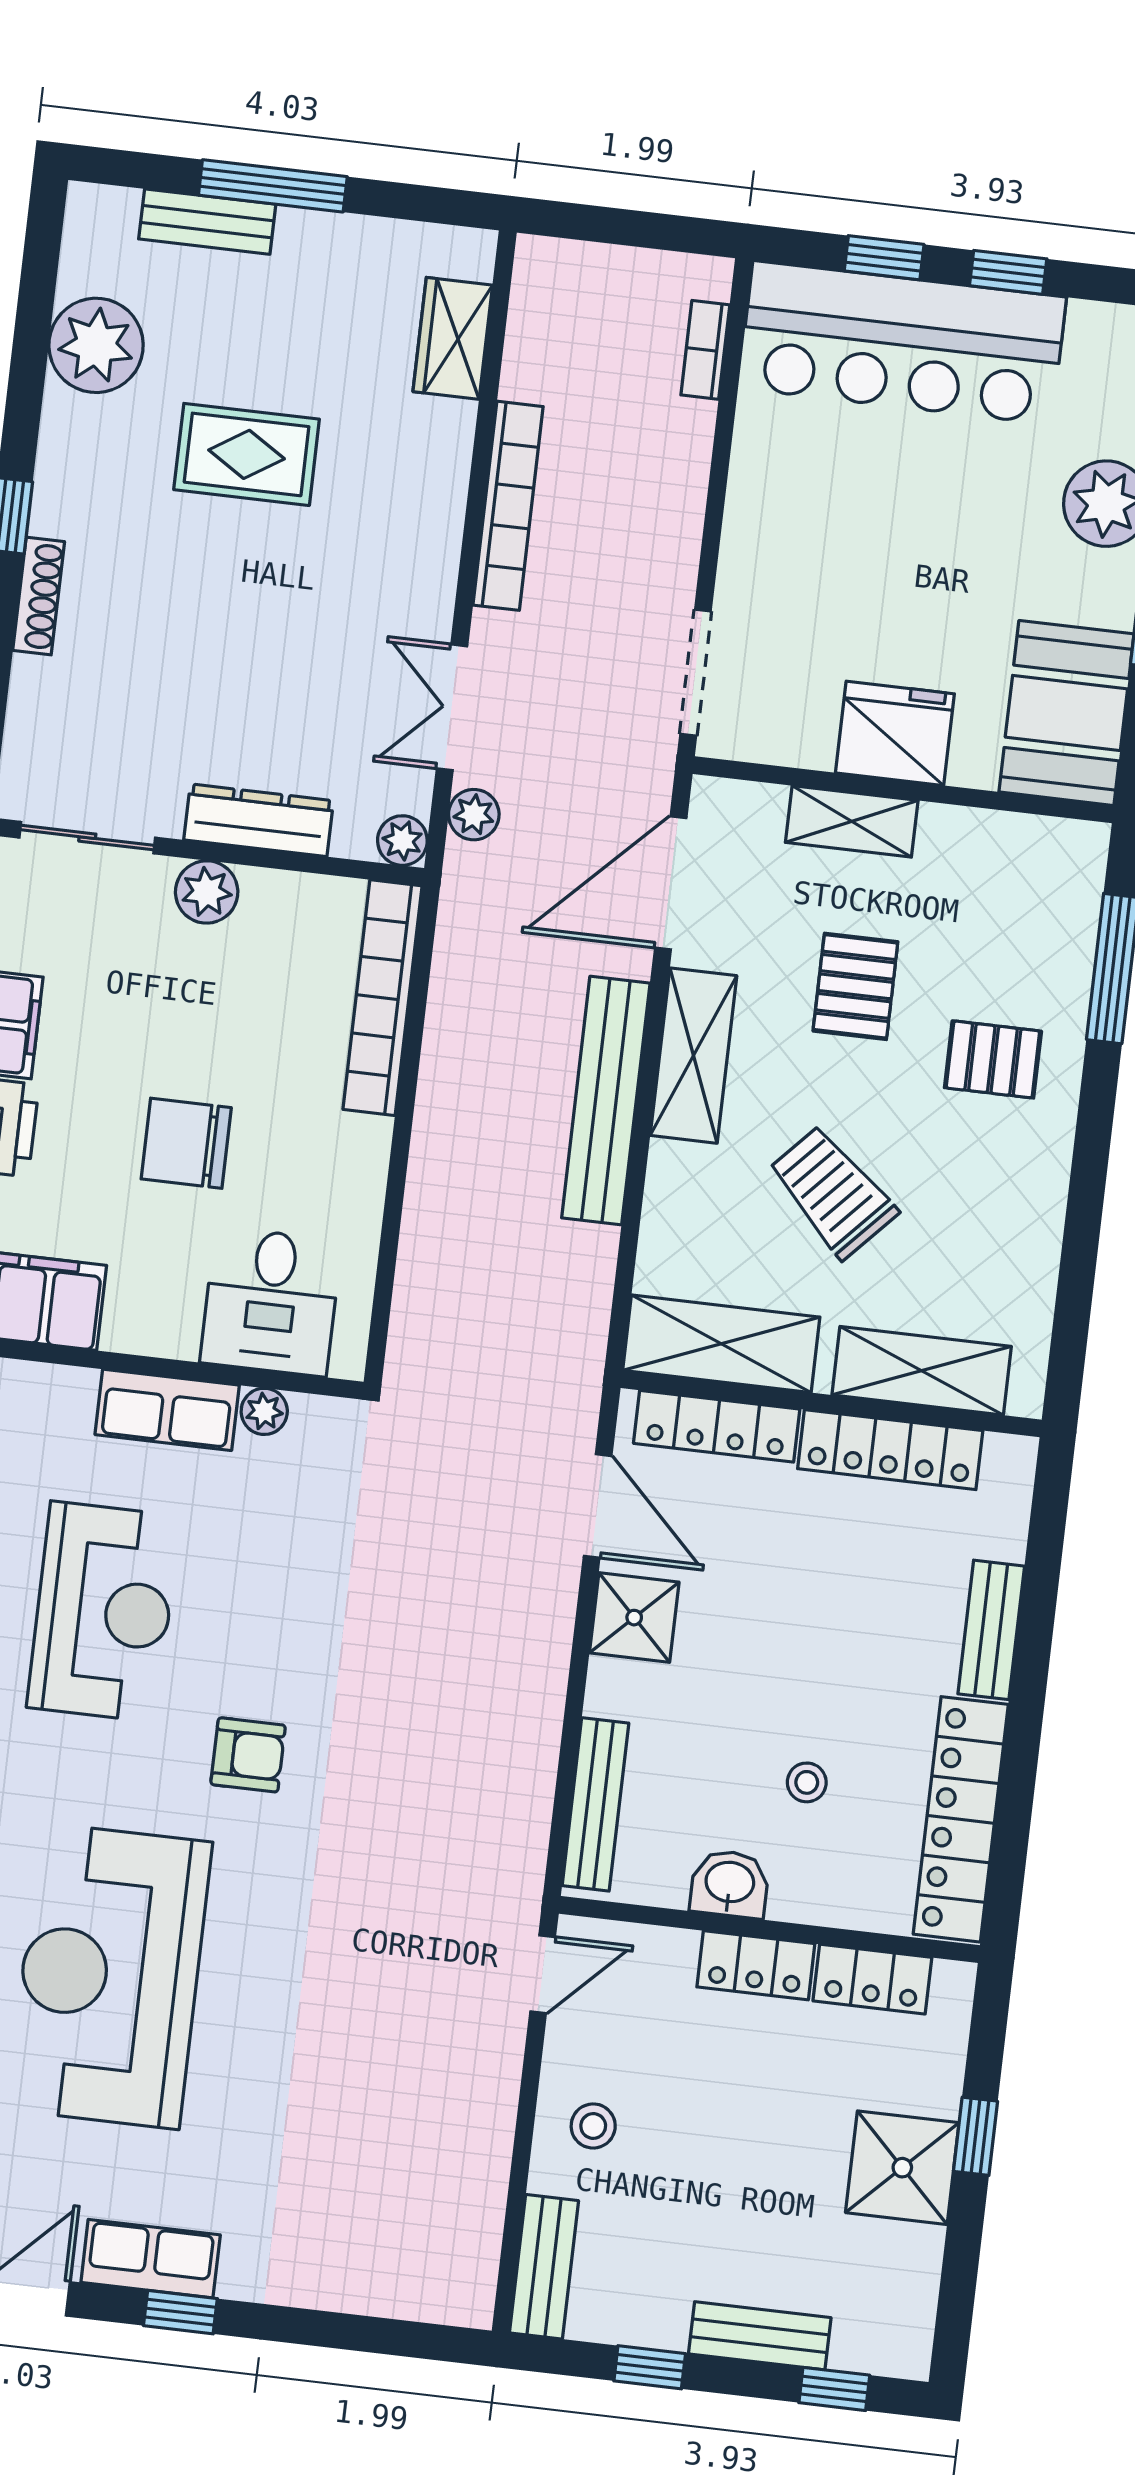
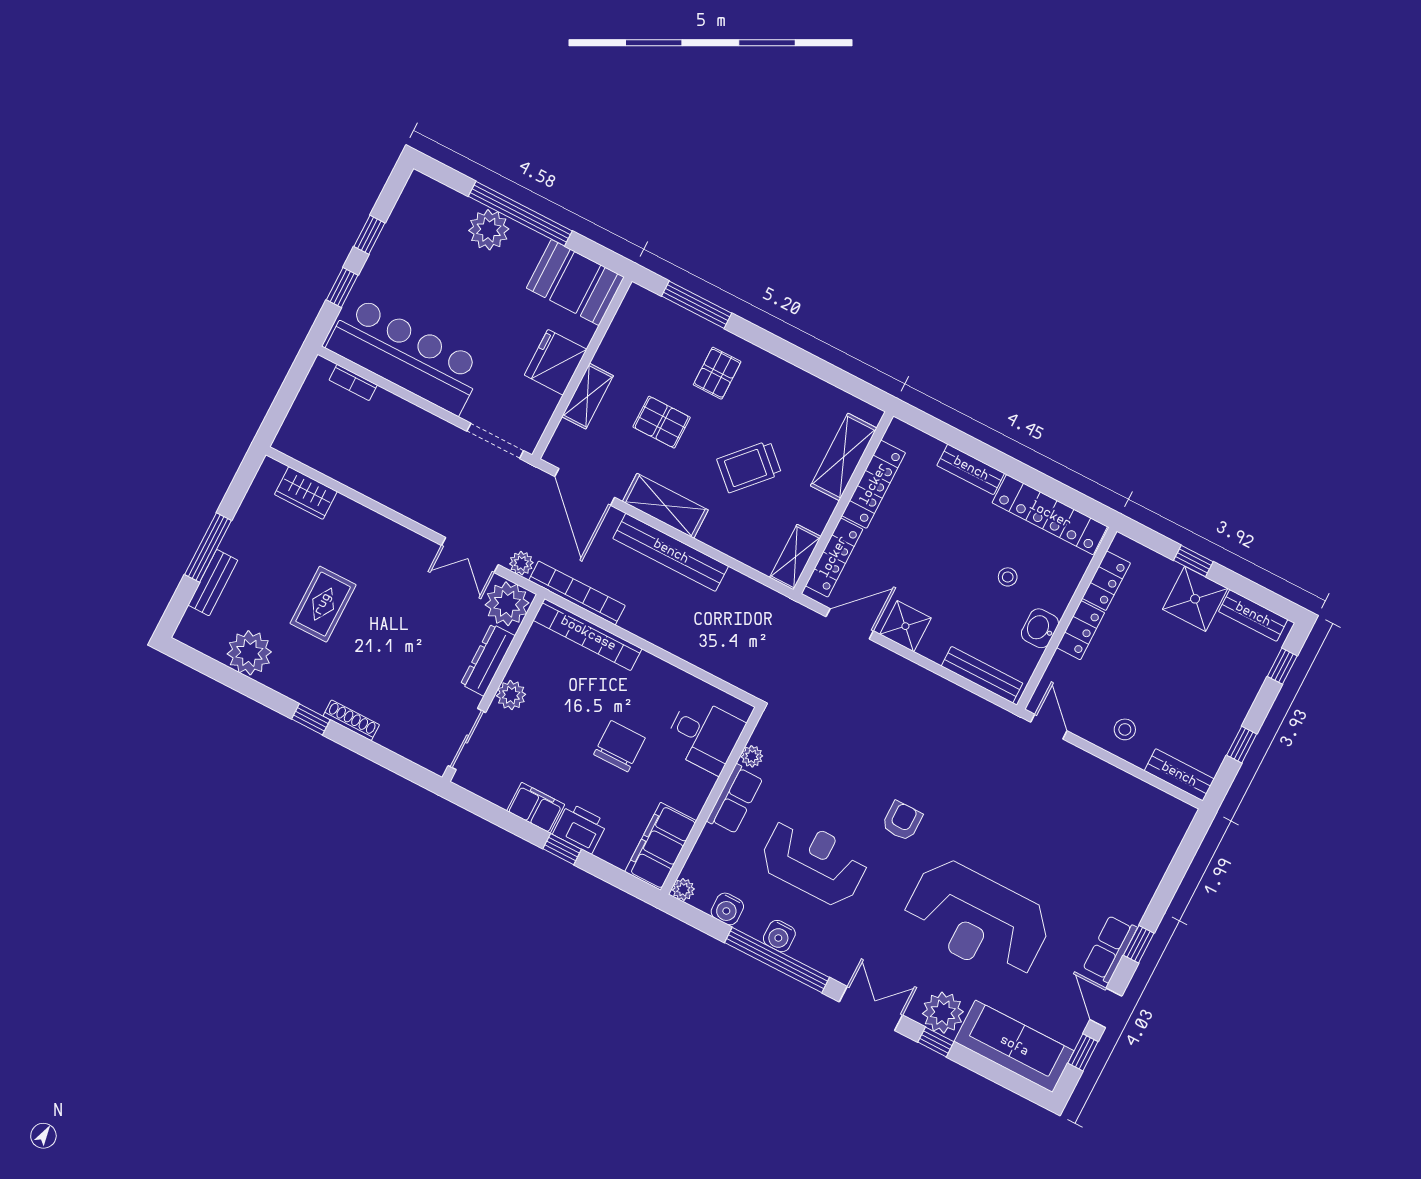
bar counter: (902, 343) -> (406, 355), moved, turned -90
bookcase: (508, 506) -> (577, 593), moved
plant: (402, 841) -> (507, 604), width x1.87, depth x1.87
chair: (186, 1143) -> (619, 746), turned 180
shelving: (721, 1344) -> (795, 557), width x0.67, depth x0.75
bench: (760, 2336) -> (1253, 615), moved, turned 90

